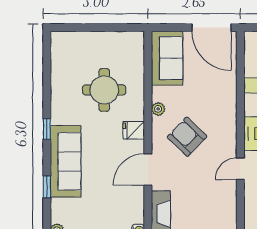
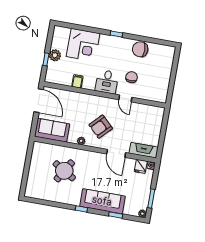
door: (211, 28) -> (39, 101), hinge flipped
round table: (104, 90) -> (64, 171), turned 31
fridge: (134, 130) -> (141, 166), moved

